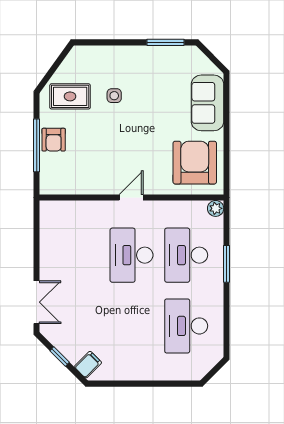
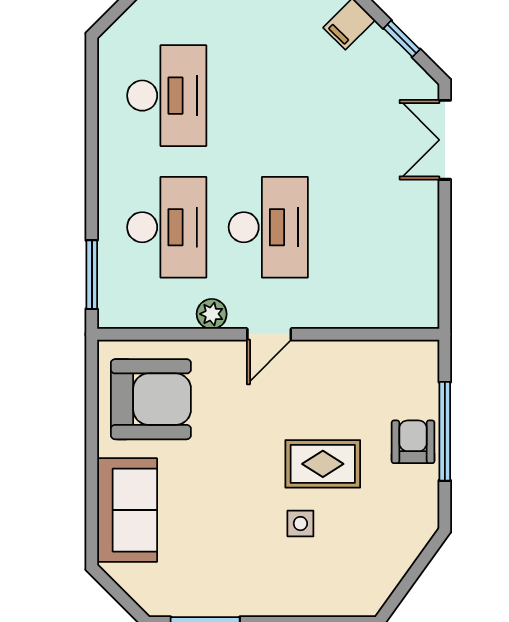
rug: (70, 96) -> (323, 464), moved
armchair: (195, 163) -> (151, 399), turned -90
plant: (216, 208) -> (212, 314), moved
window: (227, 264) -> (92, 275), moved

